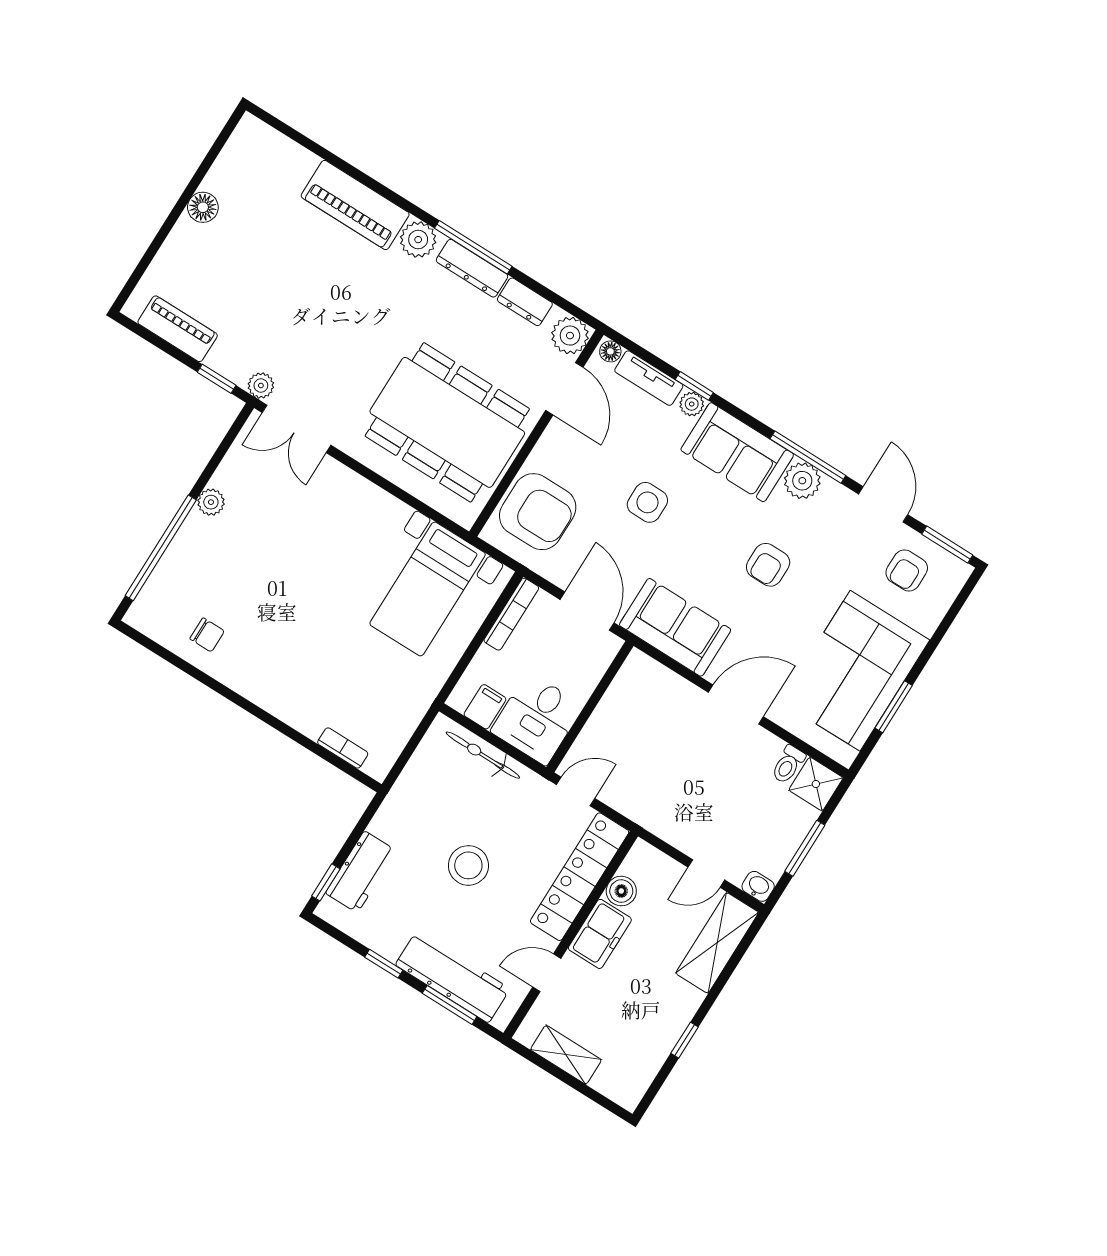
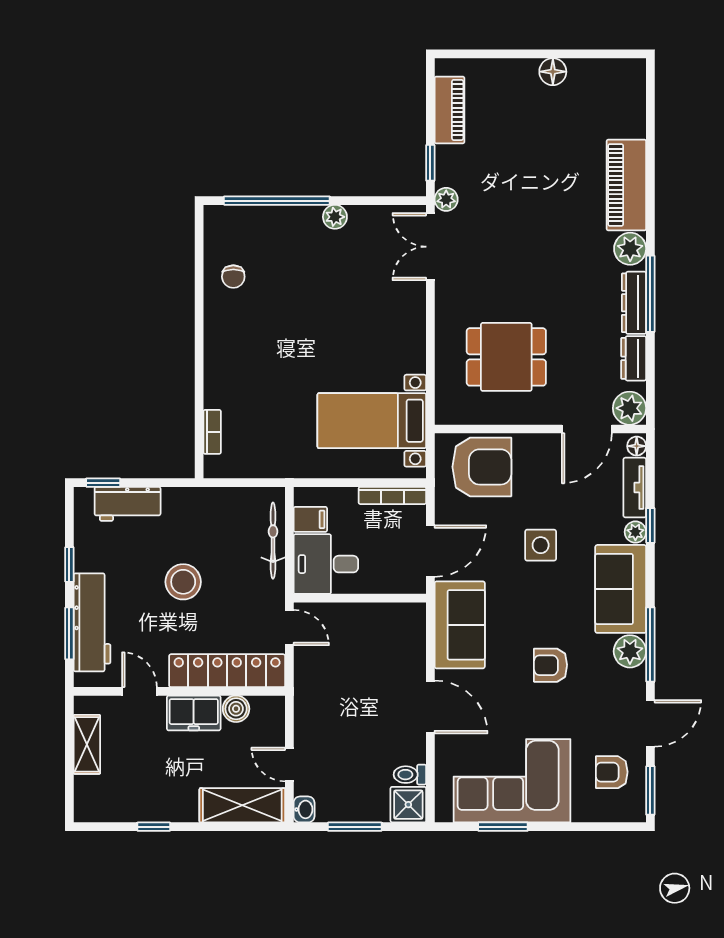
dining table: (447, 422) -> (506, 357), width x0.53, depth x0.80
armchair: (538, 512) -> (482, 467), turned -90

